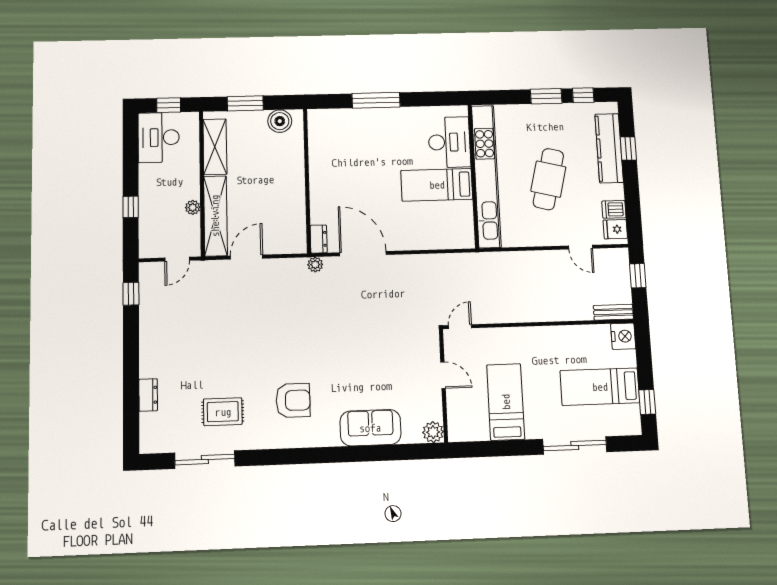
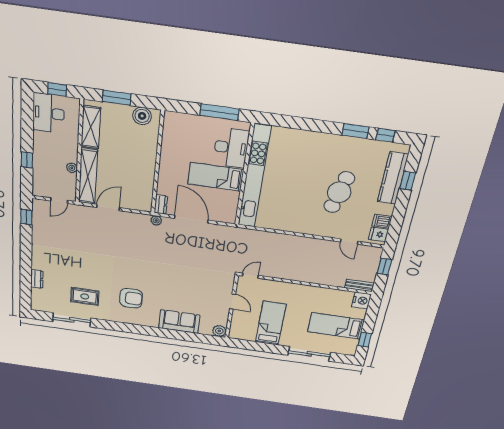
desk: (449, 142) -> (231, 148), moved
wall: (473, 176) -> (244, 175), moved
kitchen unit: (486, 176) -> (254, 177), moved
bed: (437, 185) -> (216, 177), moved

